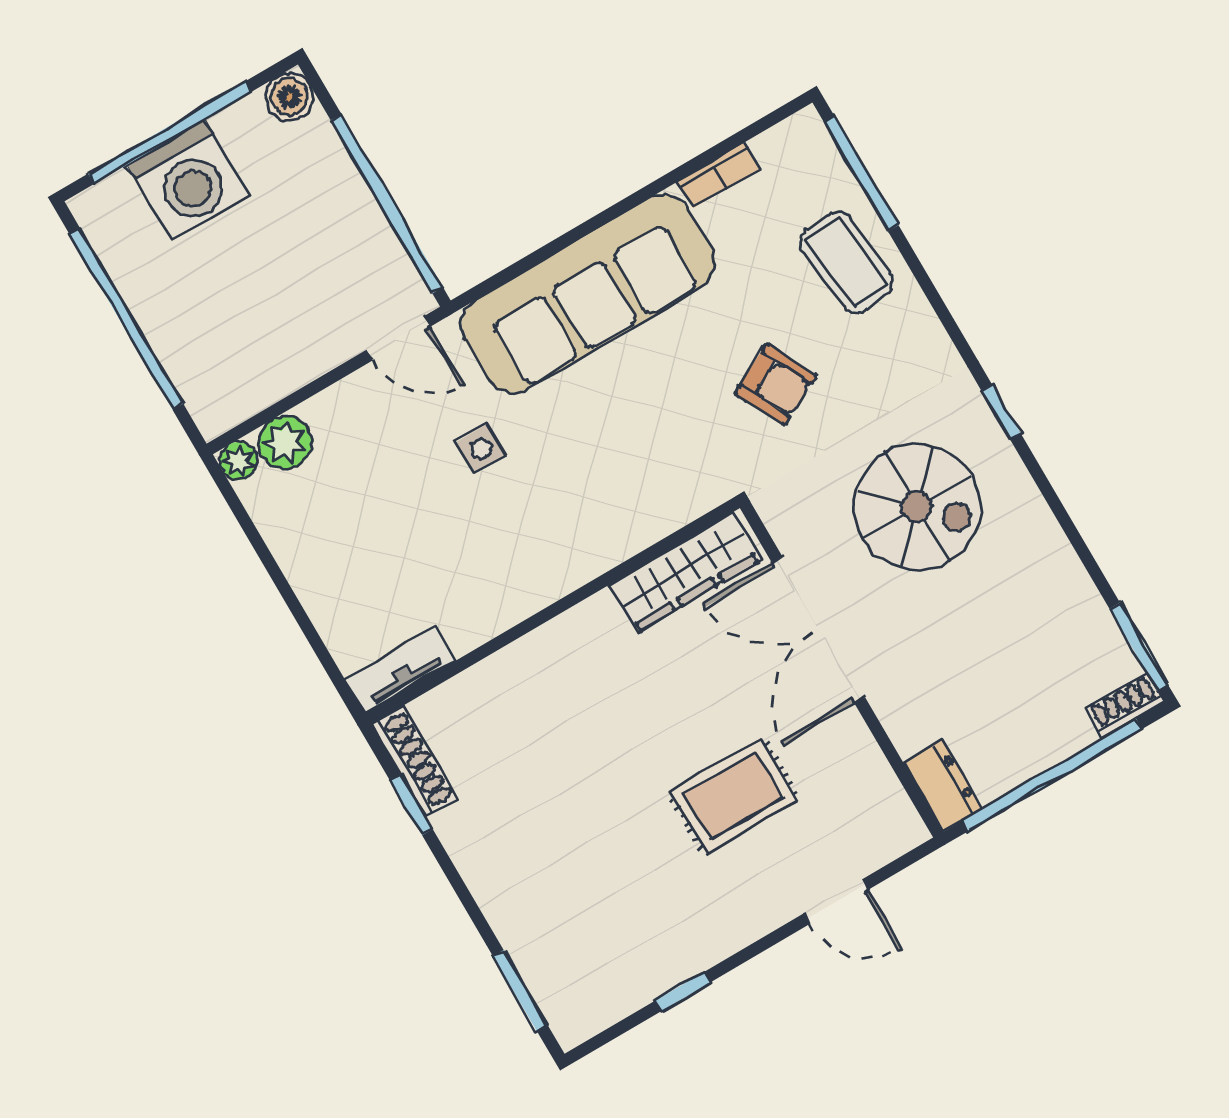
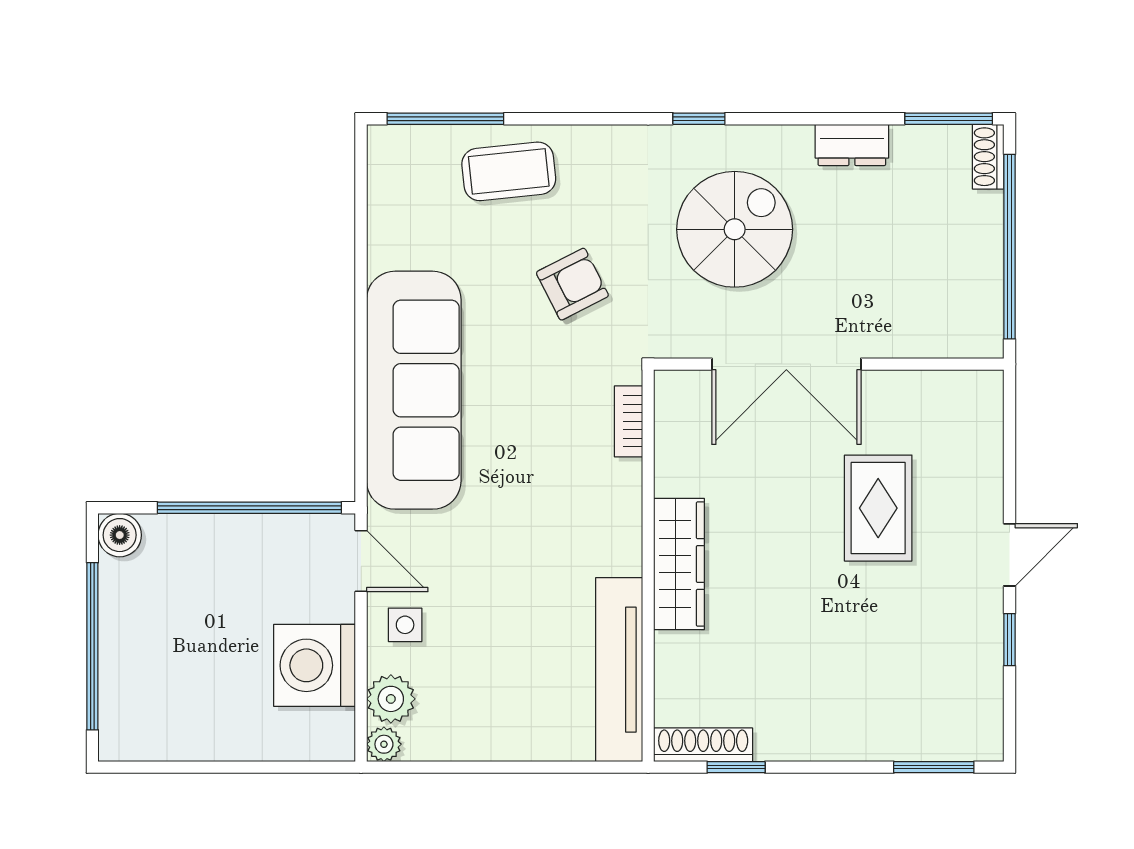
bookcase: (719, 175) -> (628, 421), moved, turned 180
washing machine: (188, 180) -> (315, 665), moved, turned 180
window: (126, 319) -> (219, 767), removed
door: (398, 338) -> (361, 561), hinge flipped
side table: (481, 449) -> (405, 625), moved
wardrobe: (685, 572) -> (679, 564), moved
tv unit: (400, 670) -> (619, 670), width x1.92, depth x1.29
dresser: (943, 786) -> (852, 145), moved, turned 180
door: (836, 902) -> (1009, 555), moved

